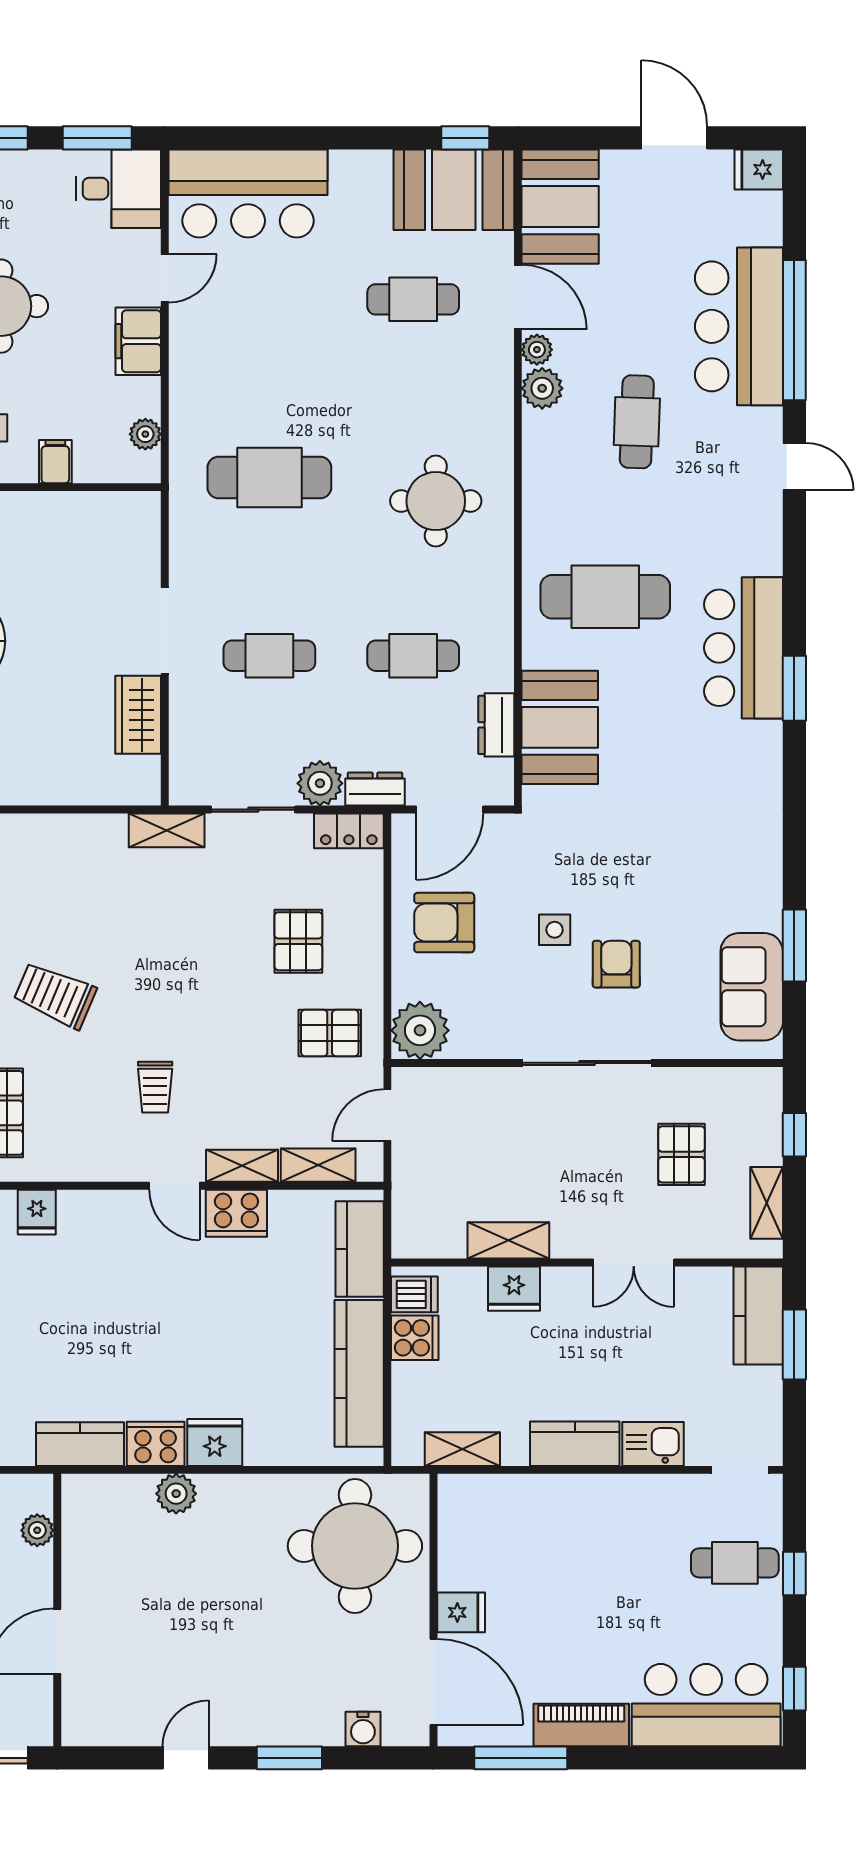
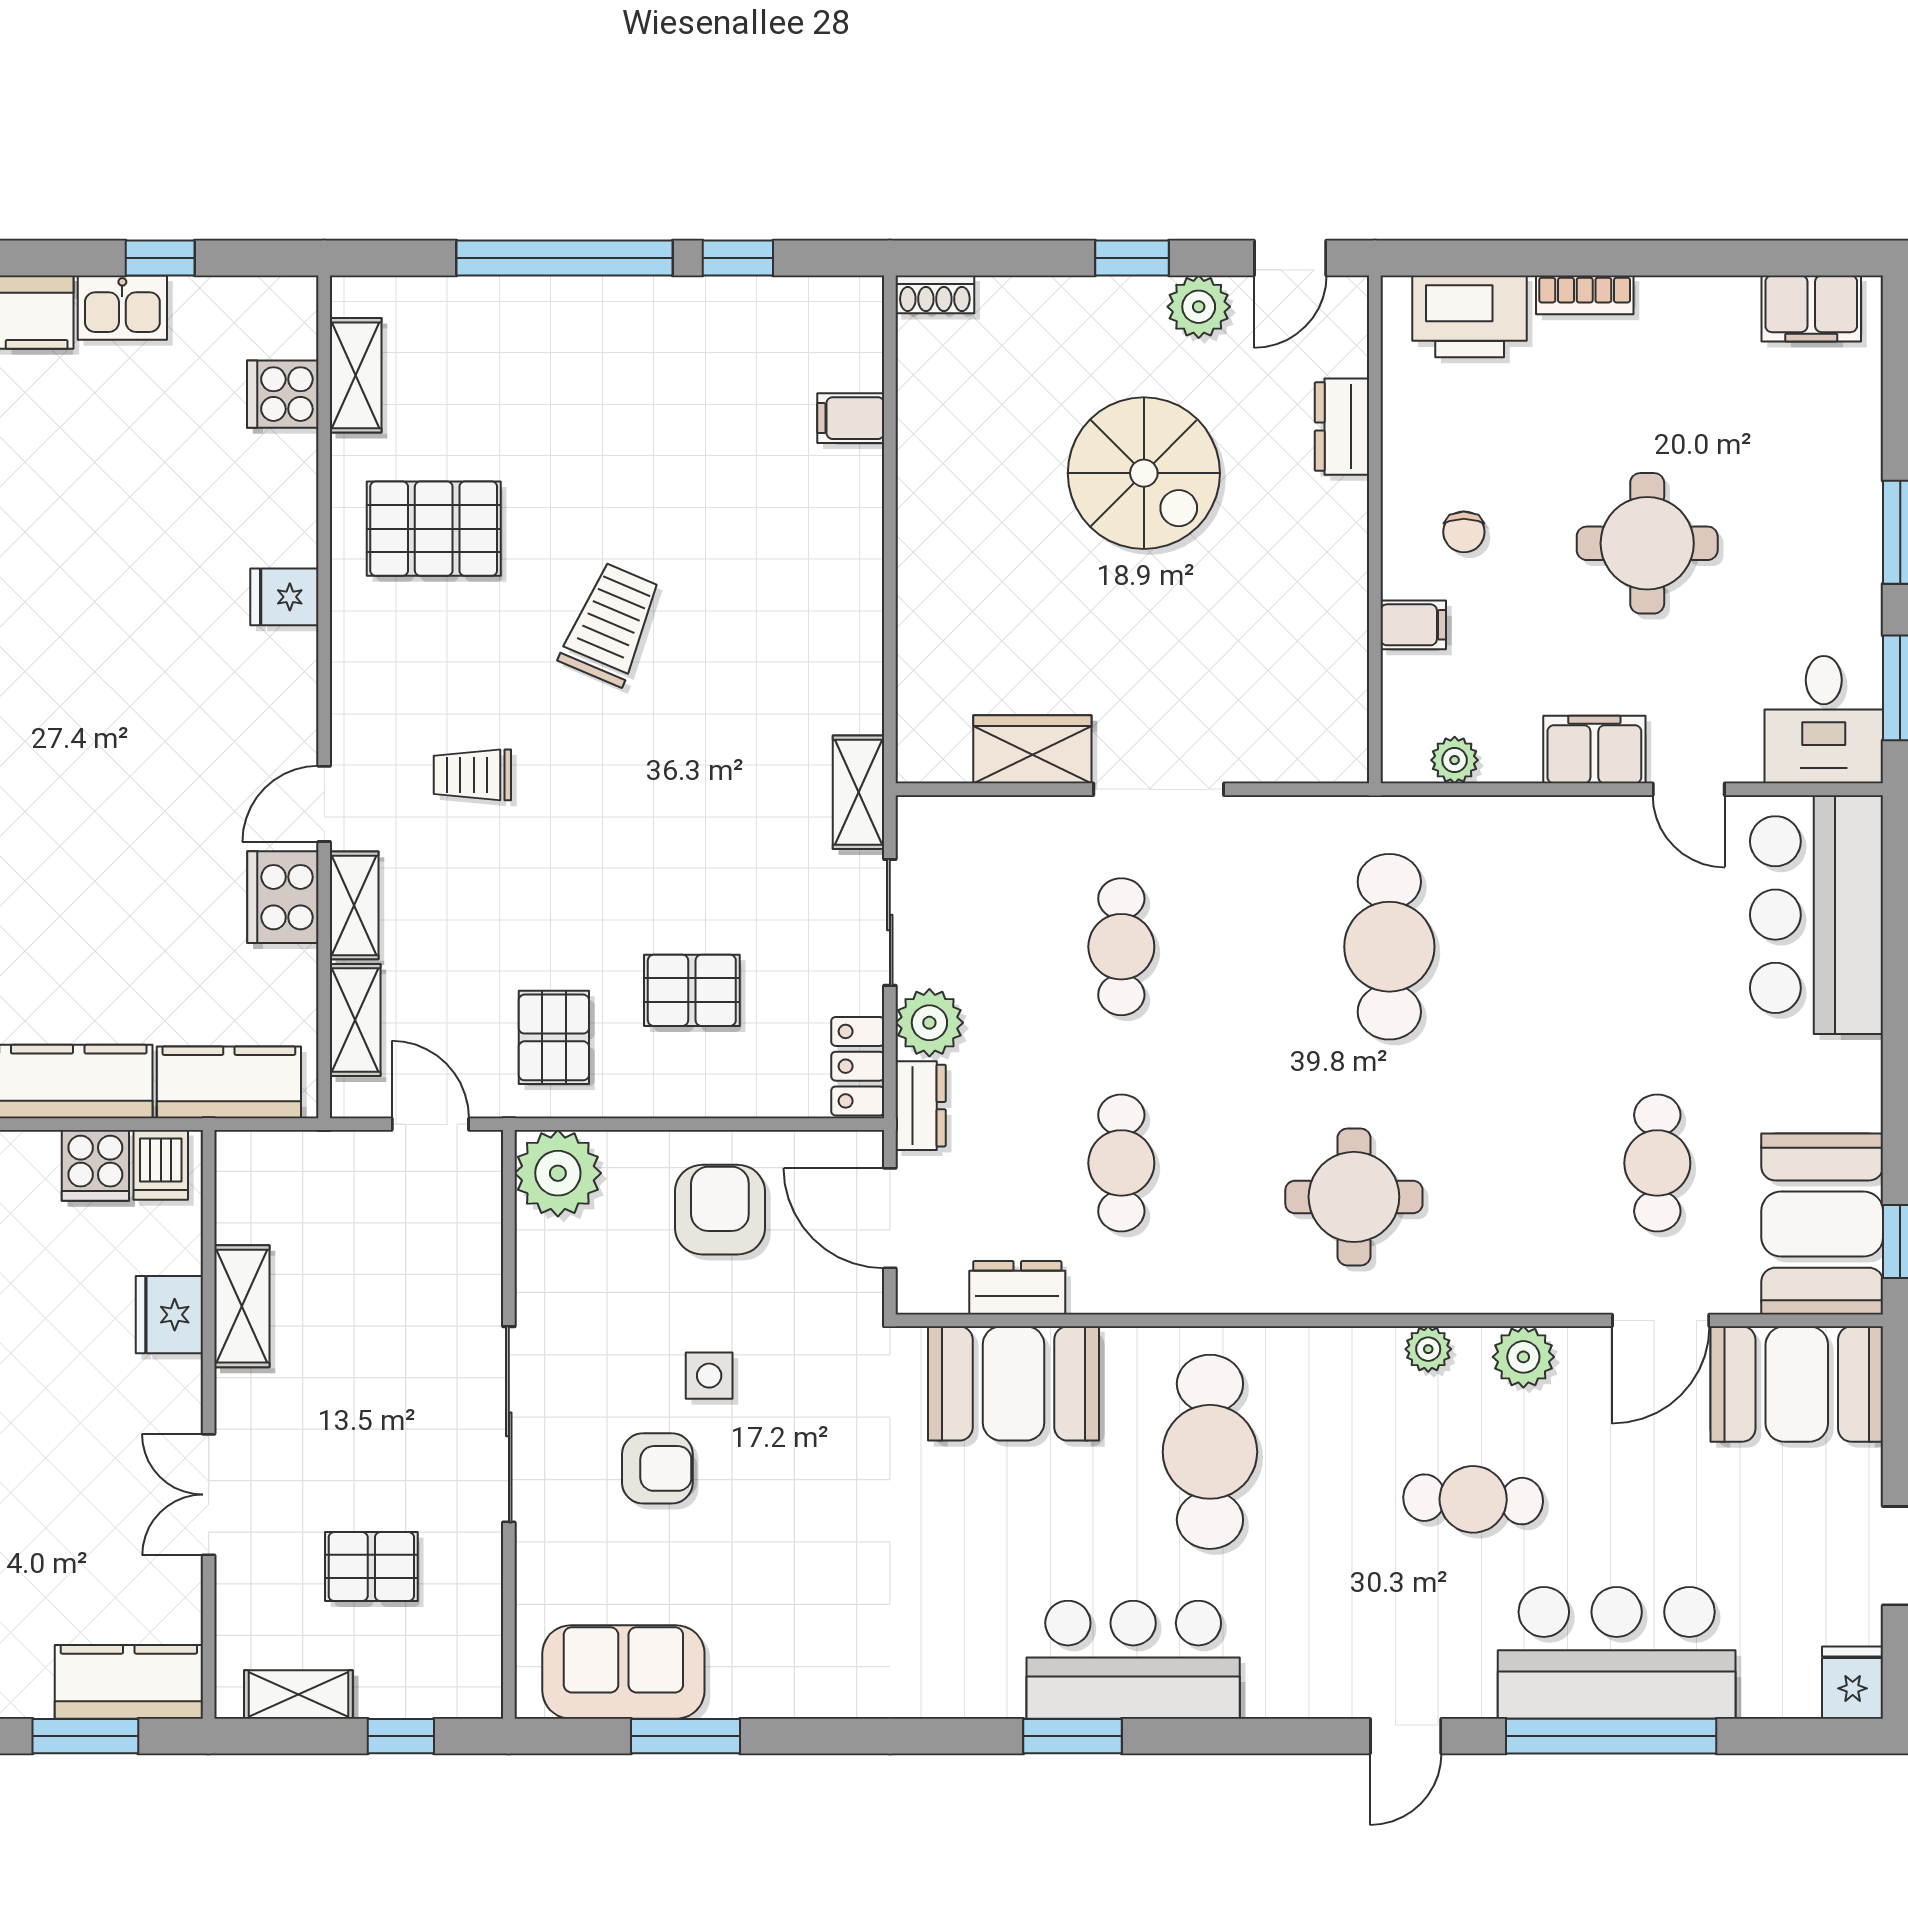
plant: (537, 350) -> (1428, 1349), moved

